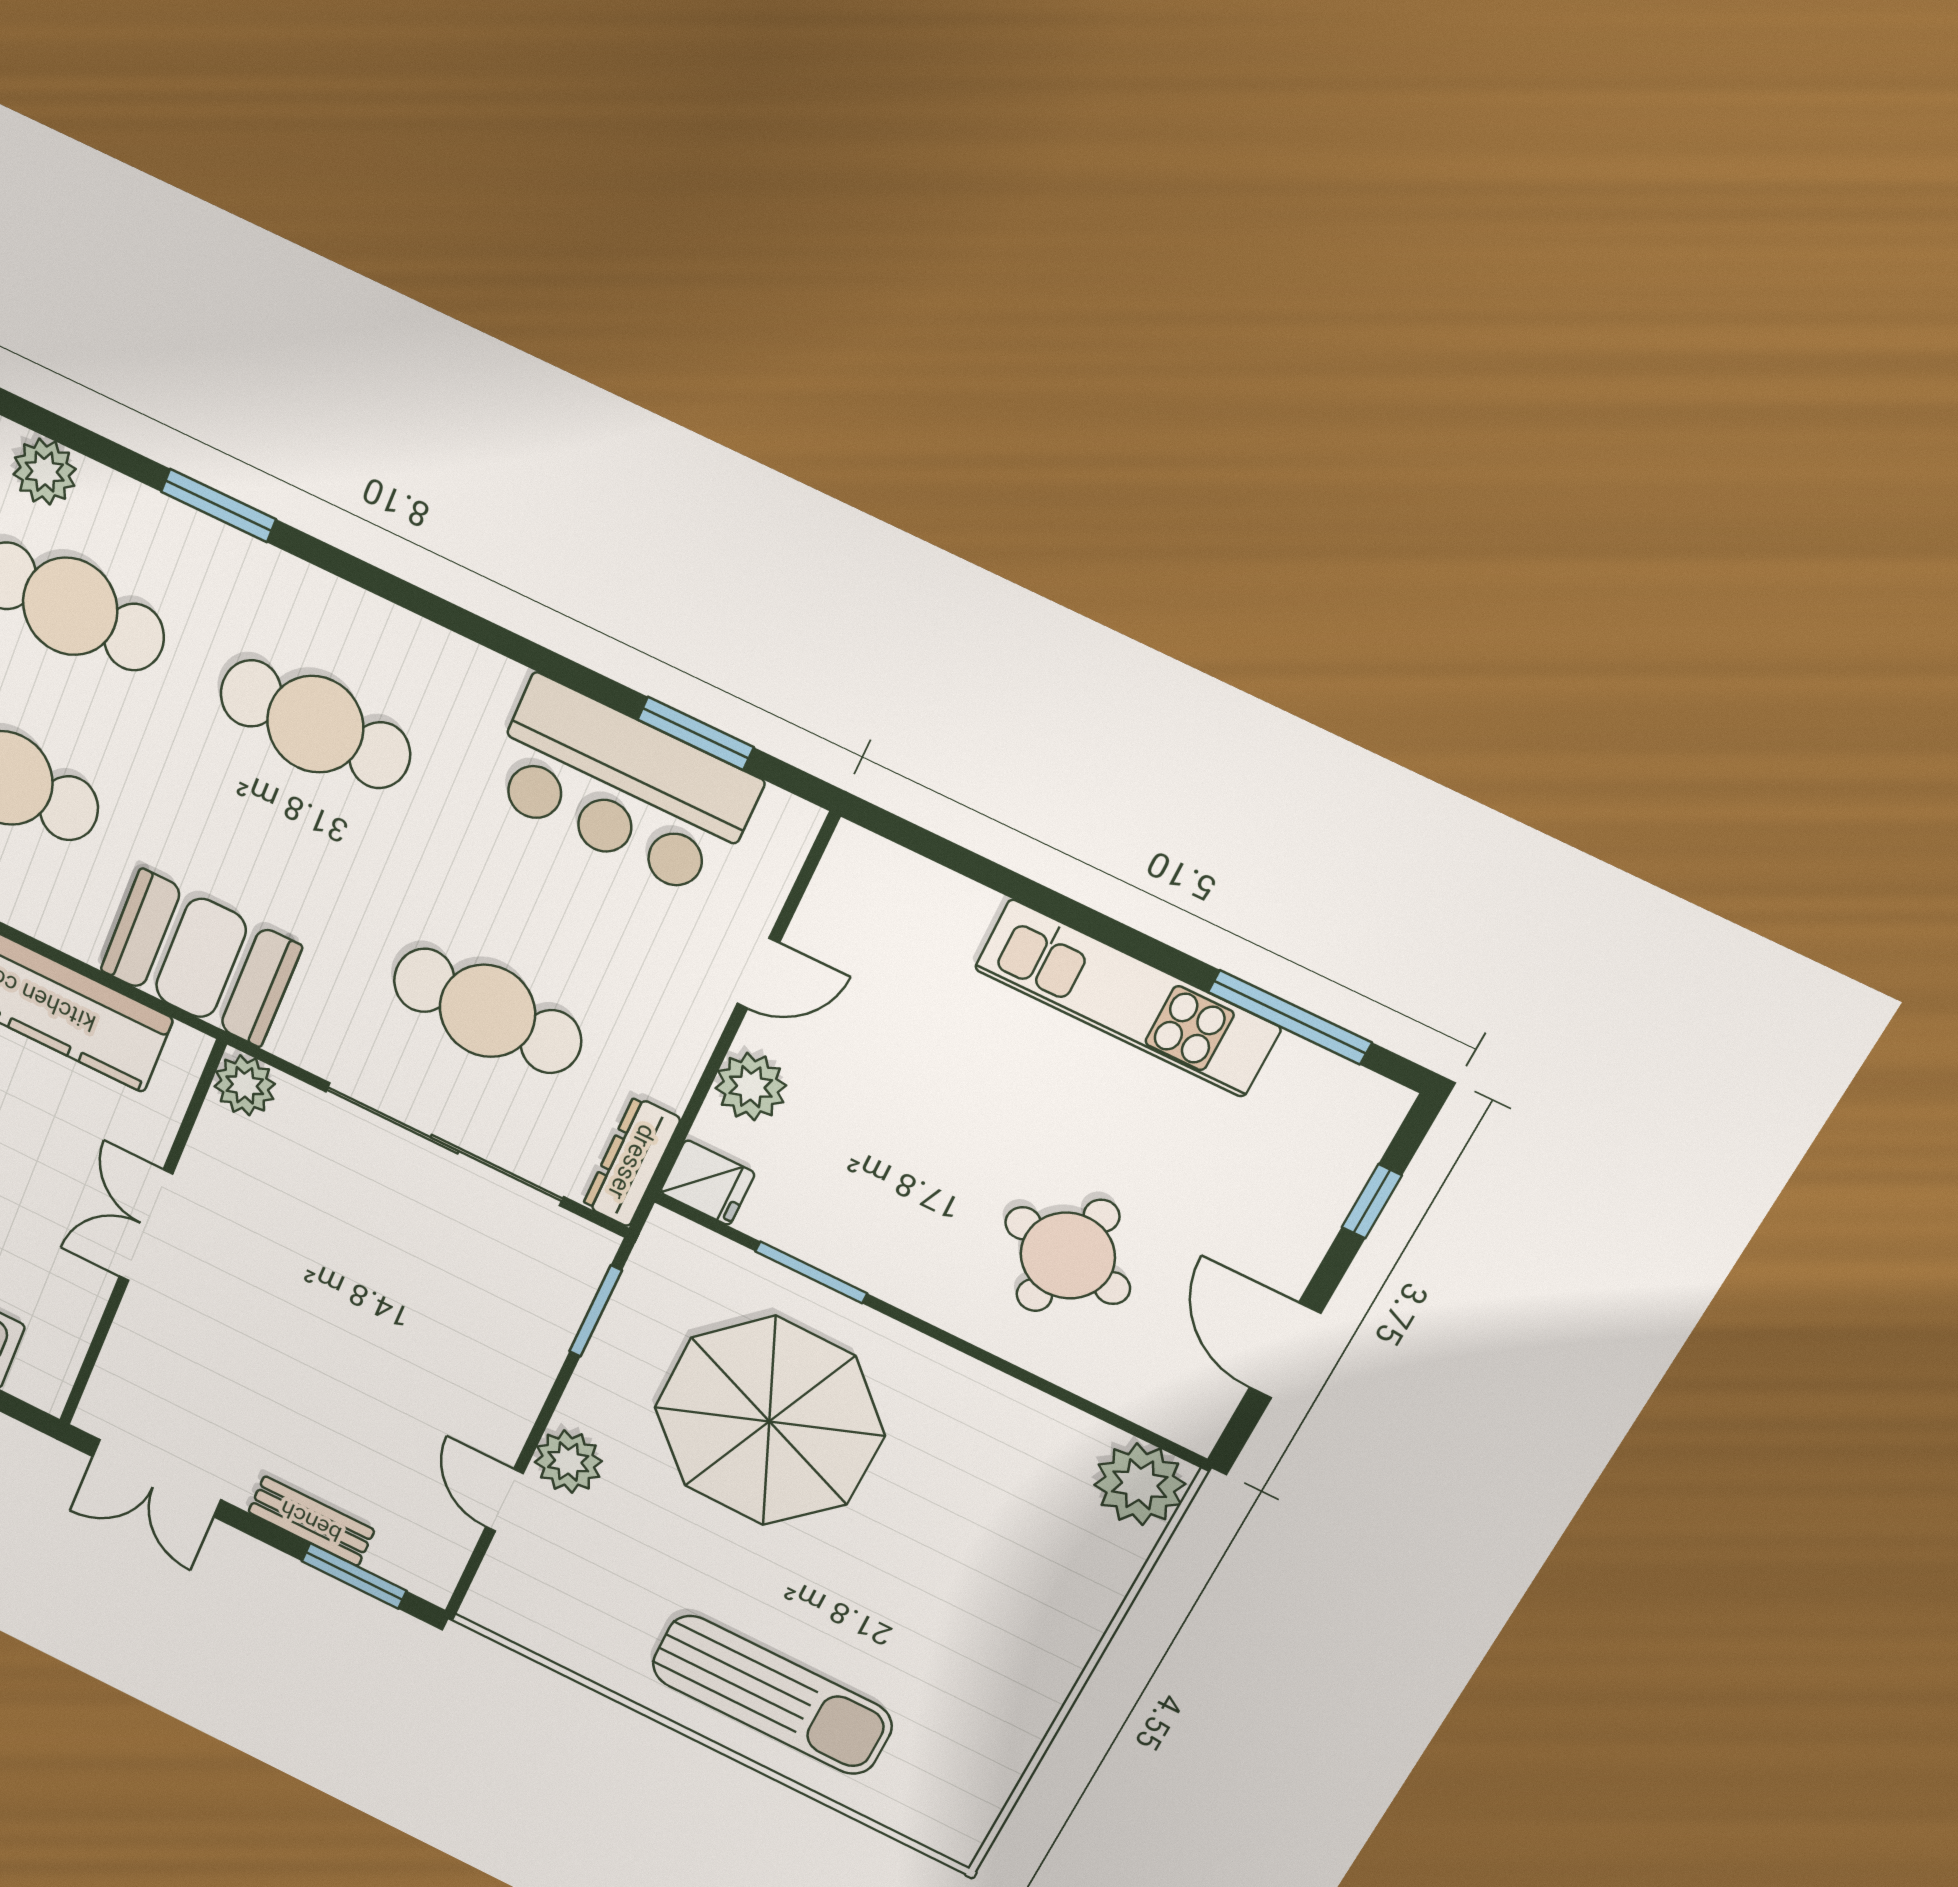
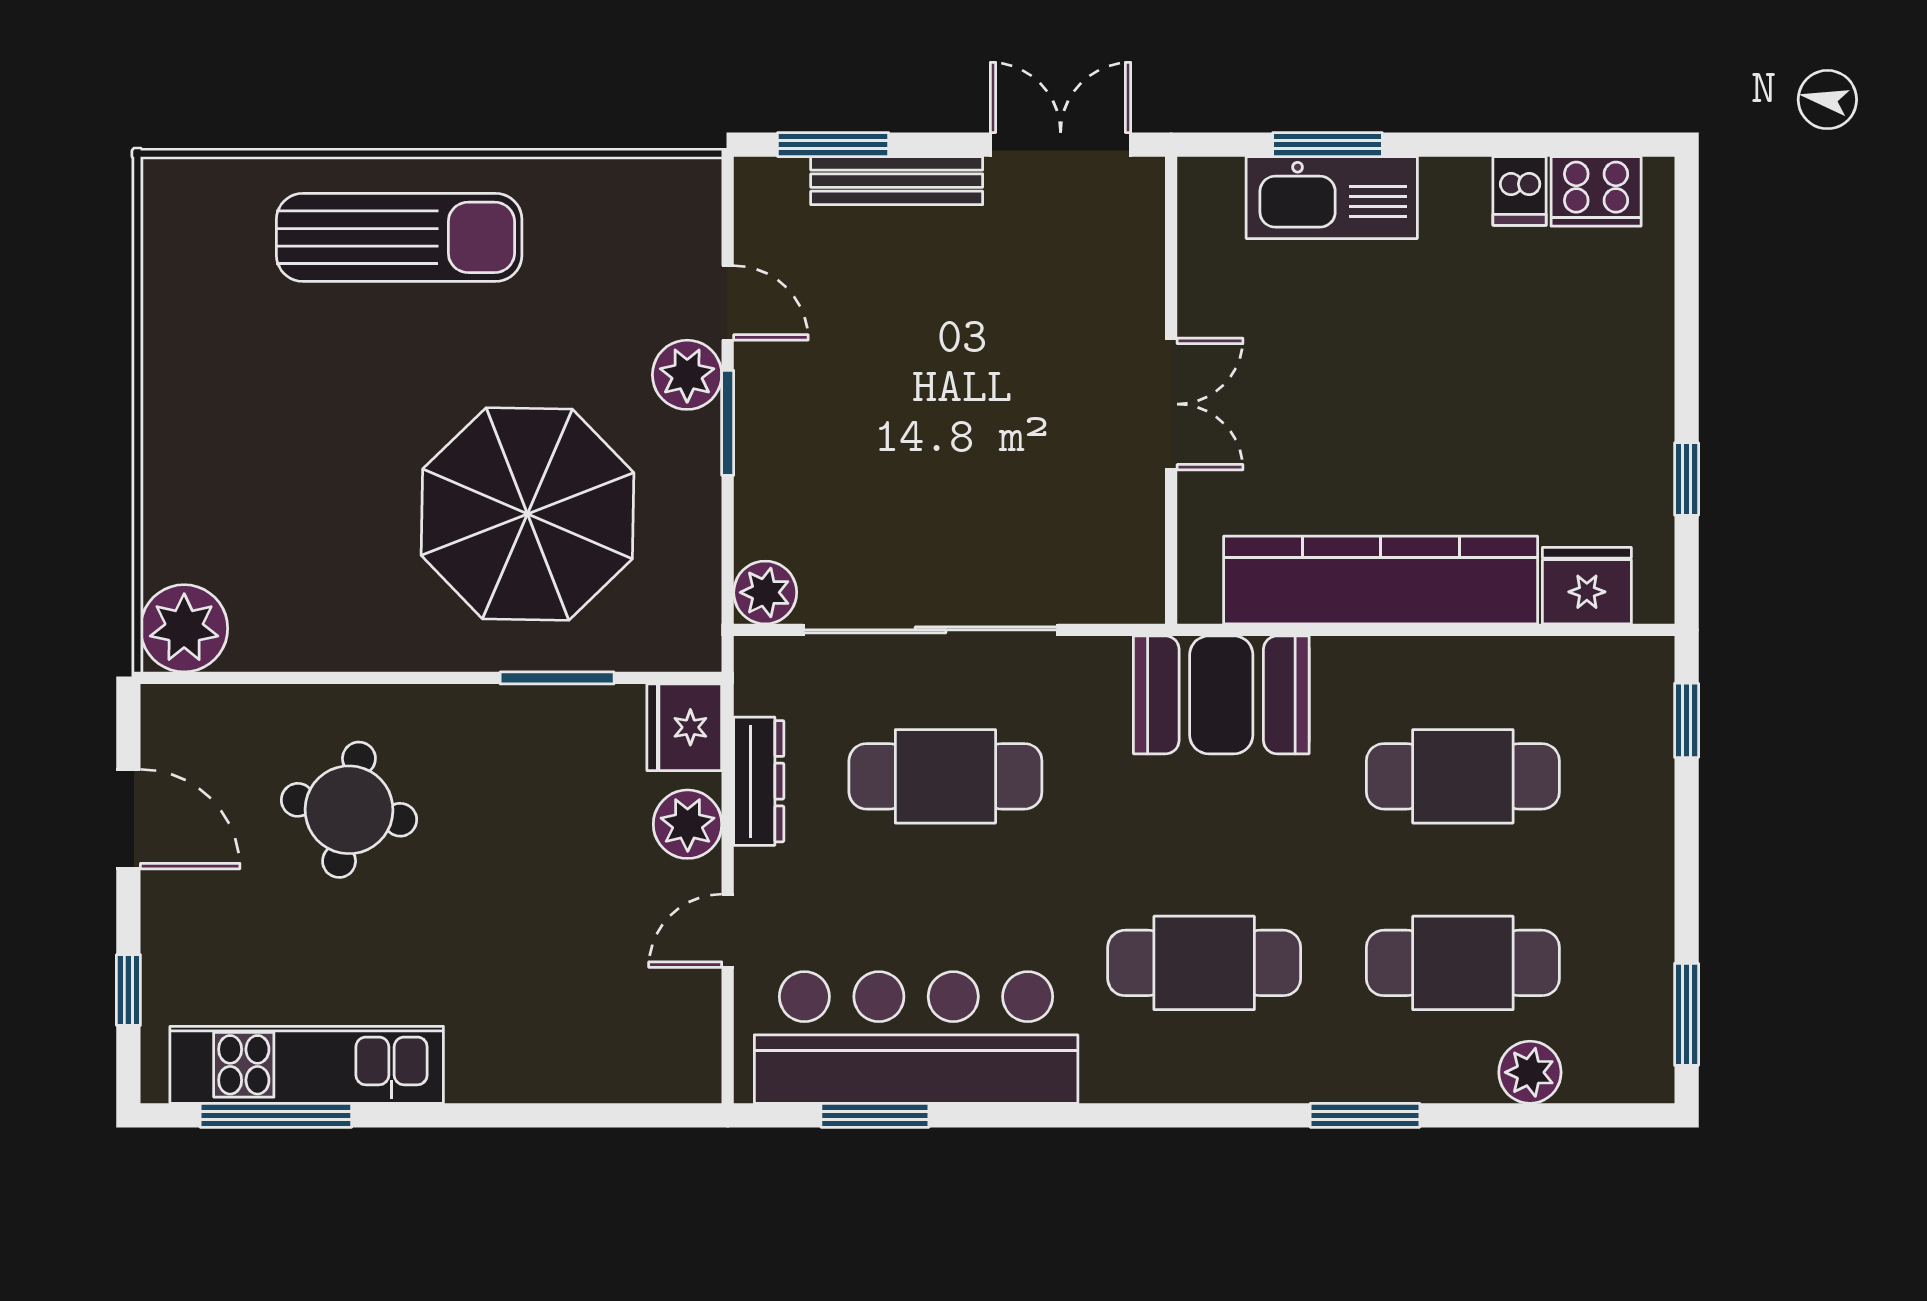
bar counter: (622, 788) -> (916, 1037), width x1.36
kitchen unit: (1127, 998) -> (307, 1065), moved
plant: (245, 1085) -> (765, 592), moved
dresser: (632, 1162) -> (759, 781), moved
fridge: (708, 1183) -> (684, 727), width x1.38
window: (596, 1311) -> (728, 423), moved
bench: (311, 1521) -> (897, 181), width x1.36
sun lounger: (772, 1695) -> (399, 237), turned 180

